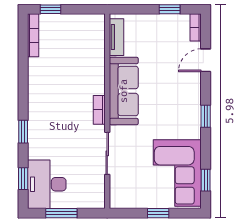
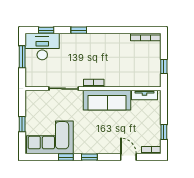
window: (50, 9) -> (164, 67), moved
window: (206, 180) -> (66, 157), moved

